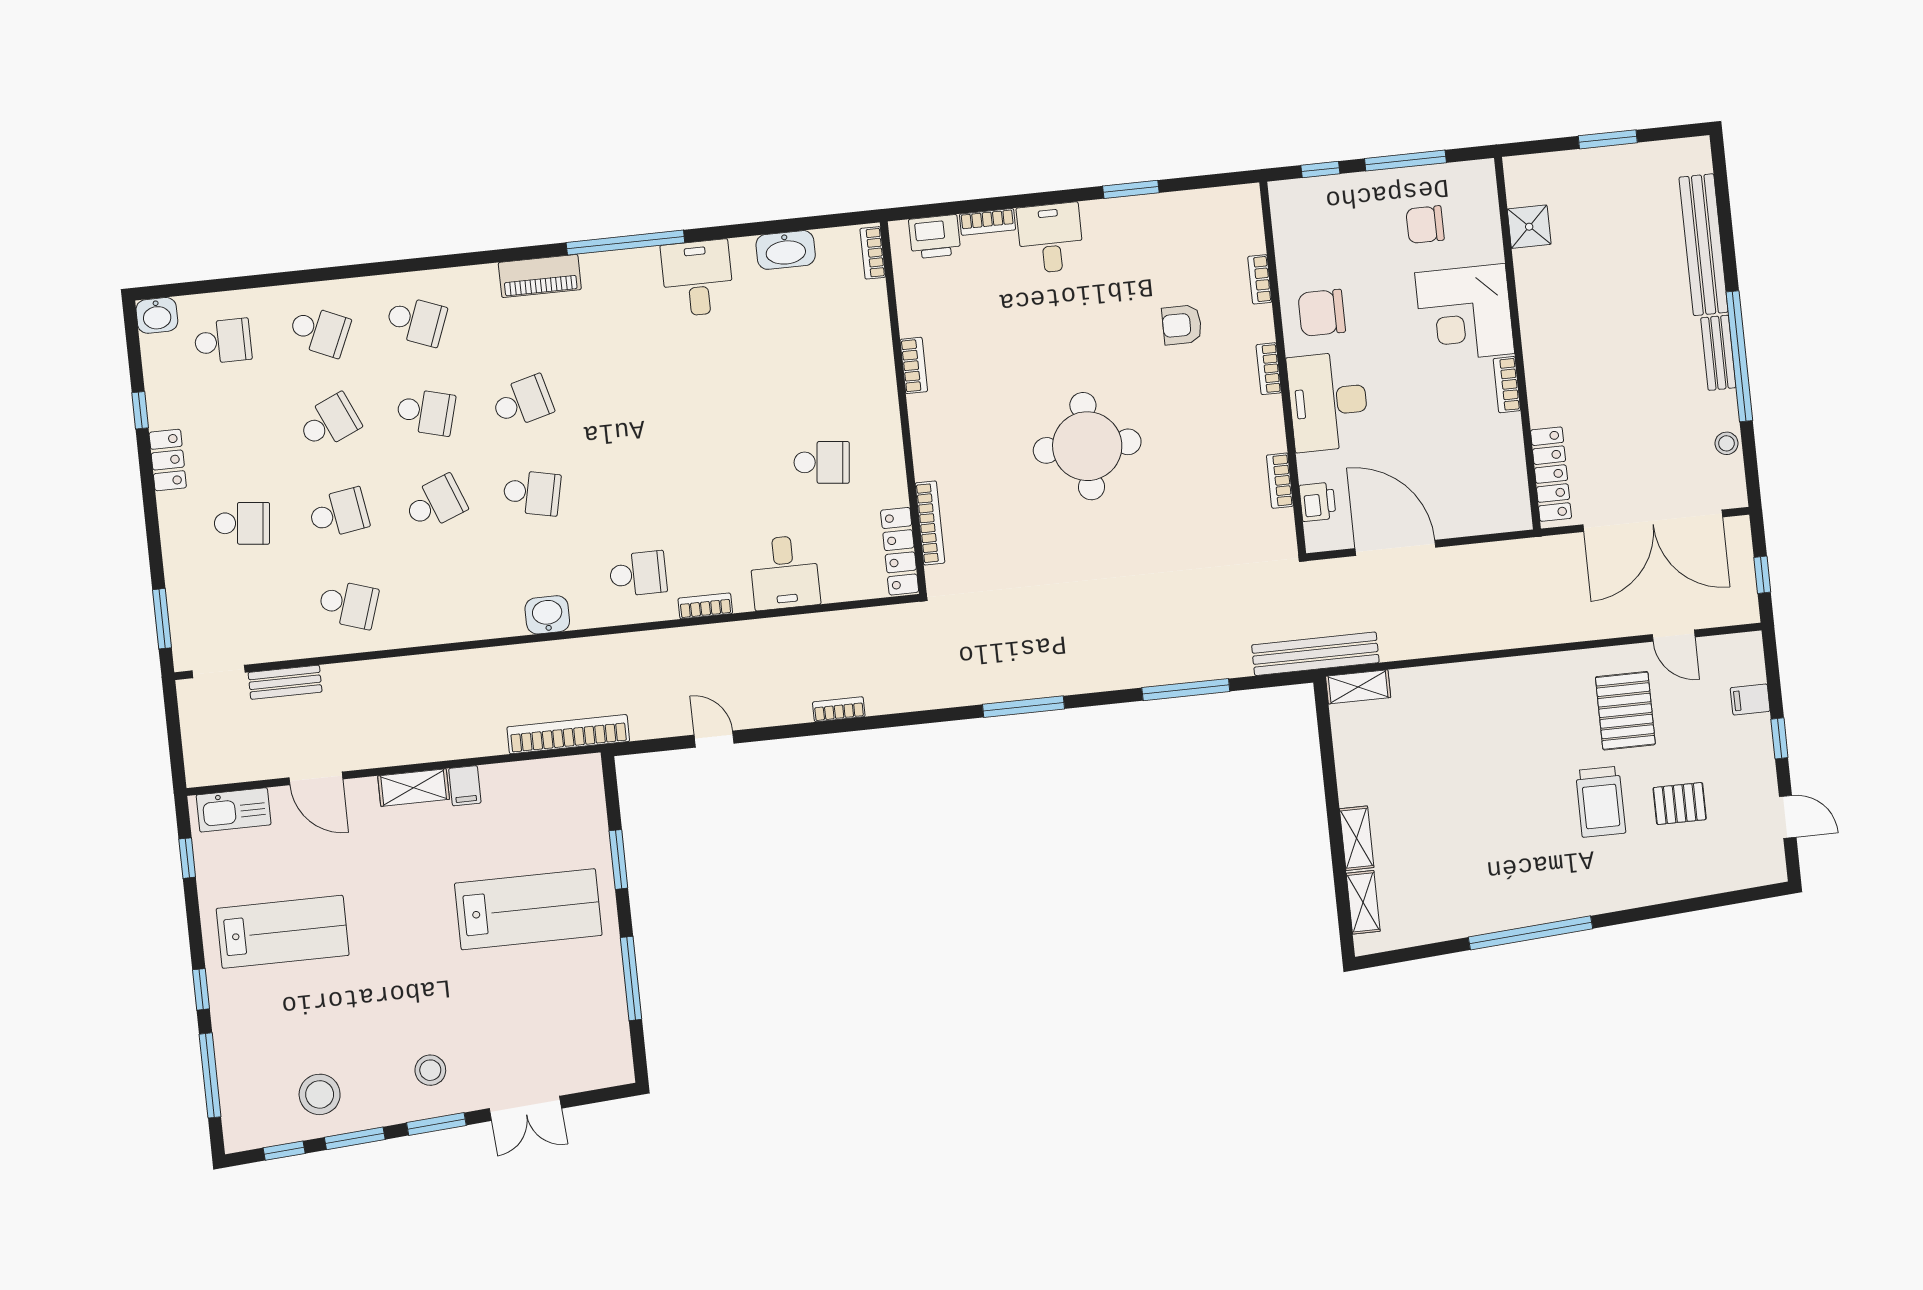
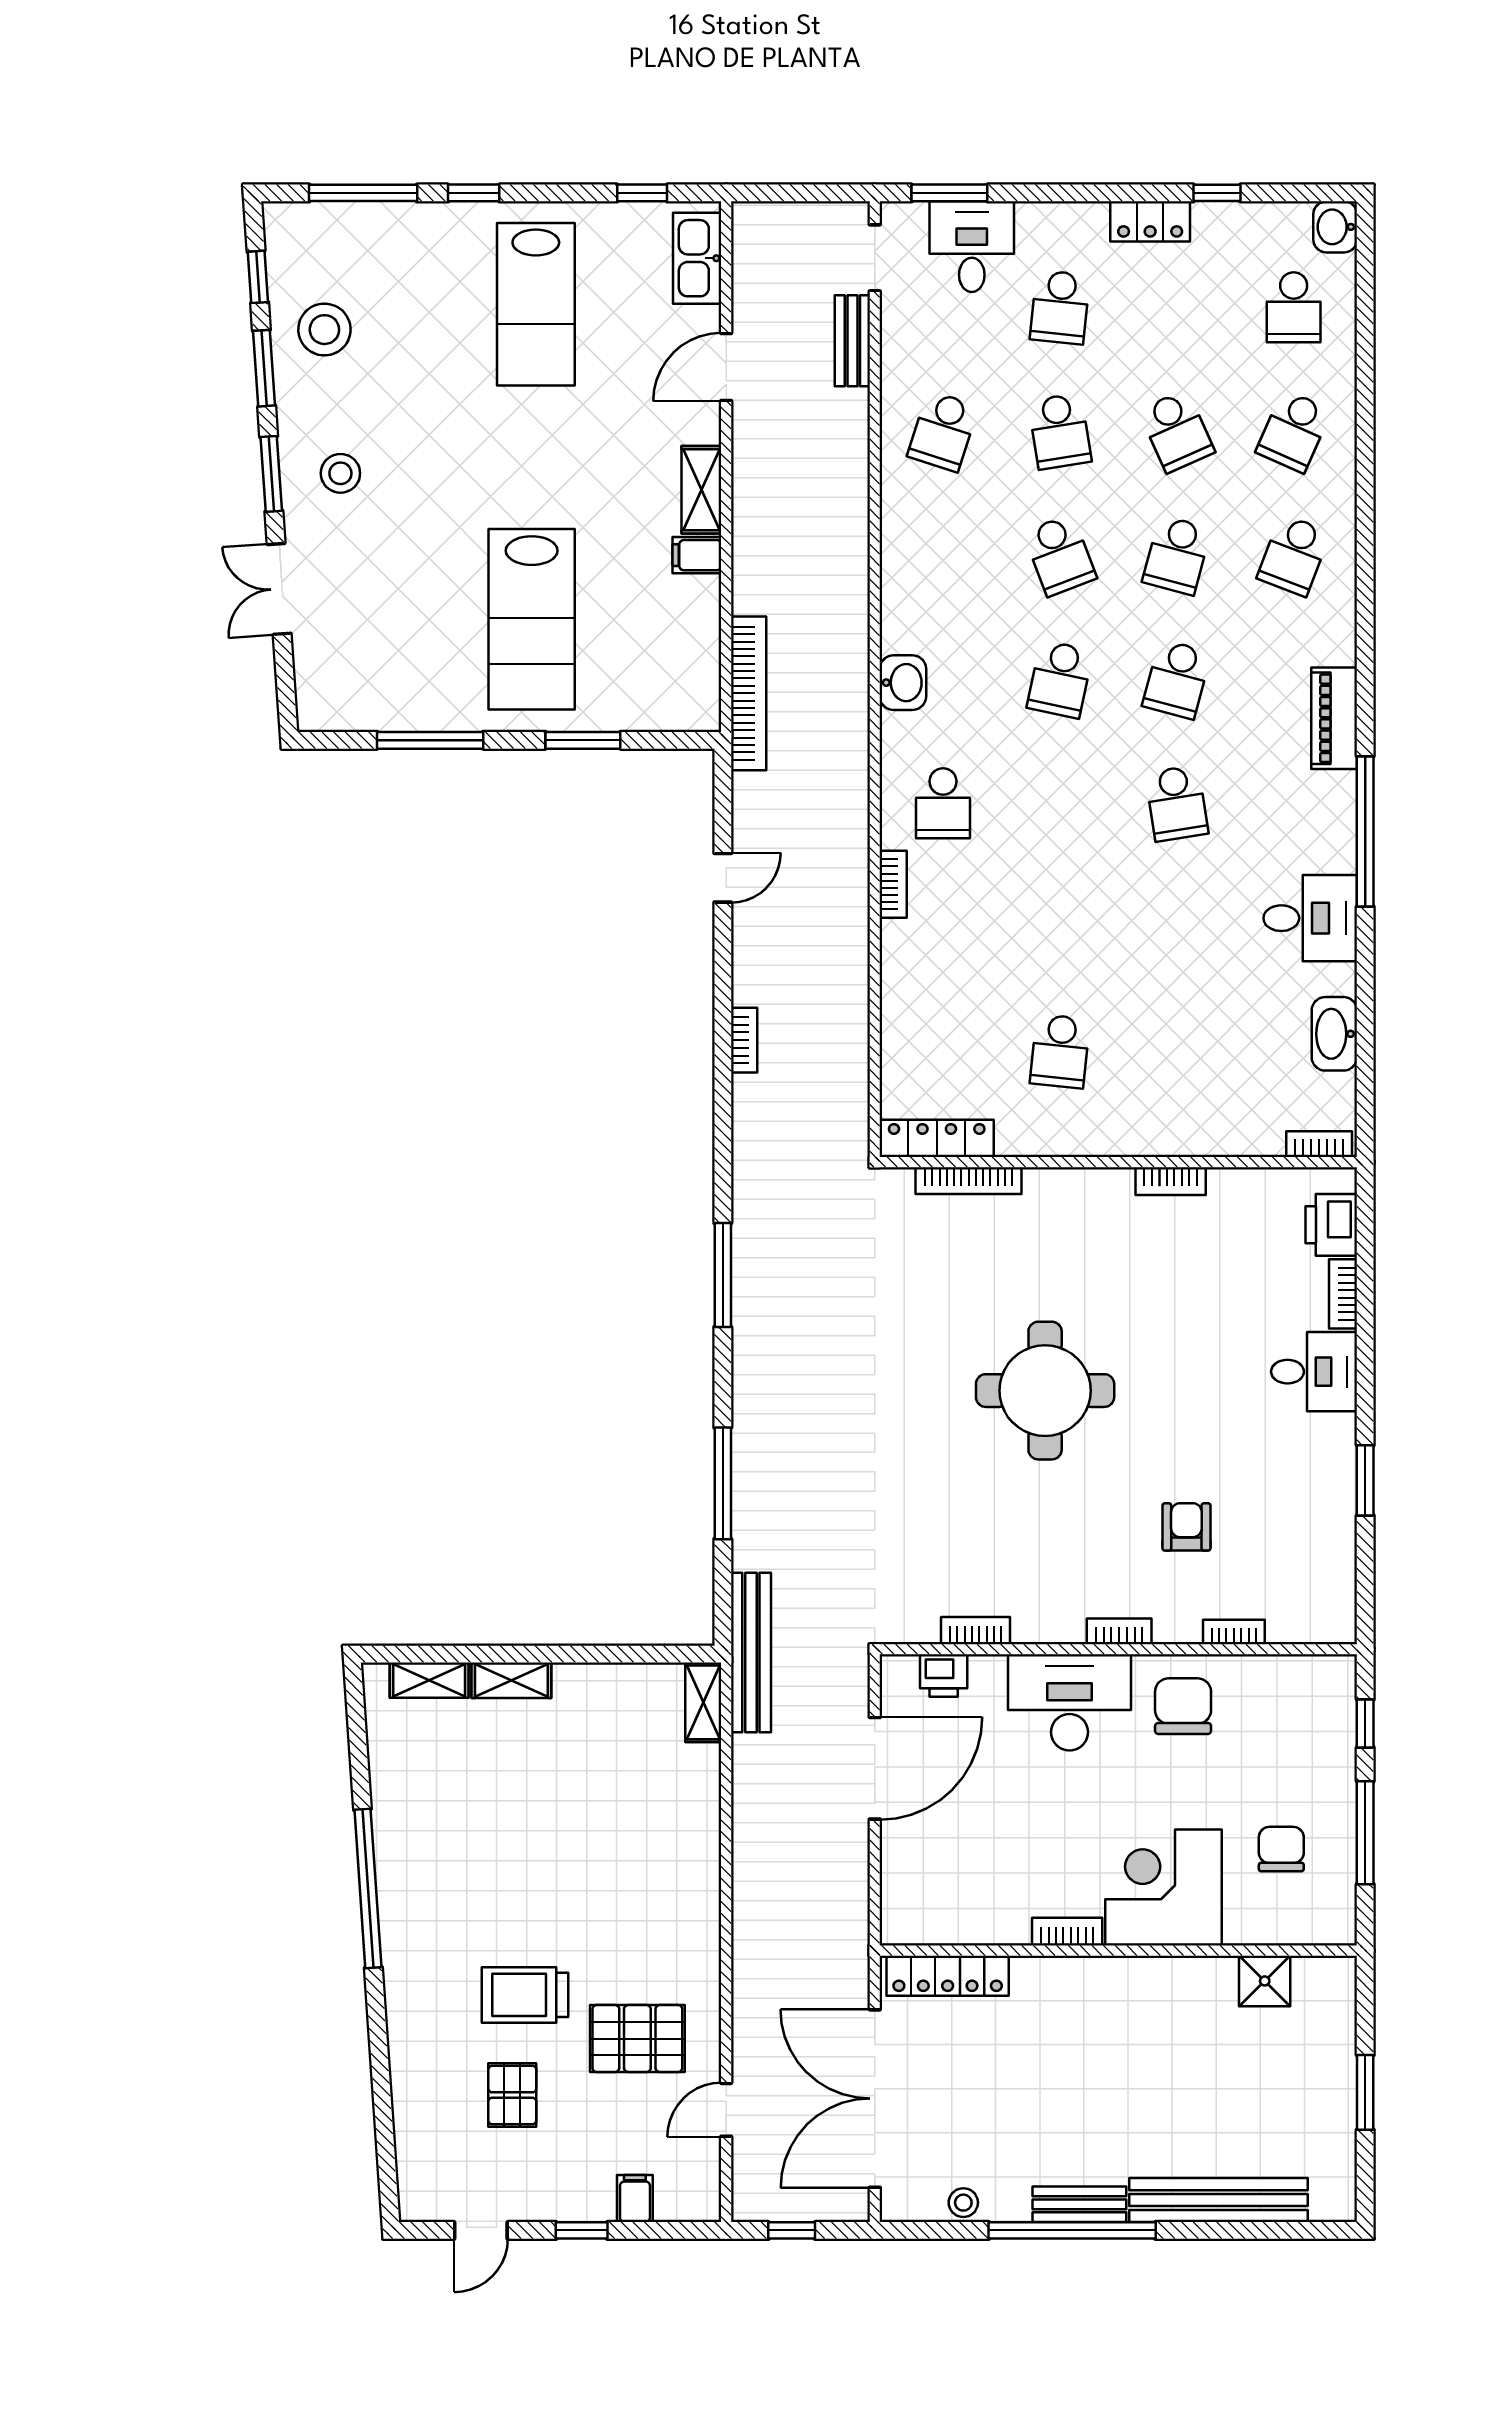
school desk: (619, 392) -> (1177, 803), added
school desk: (522, 402) -> (1177, 679), turned 30
desk: (785, 572) -> (972, 247), moved, turned 90

